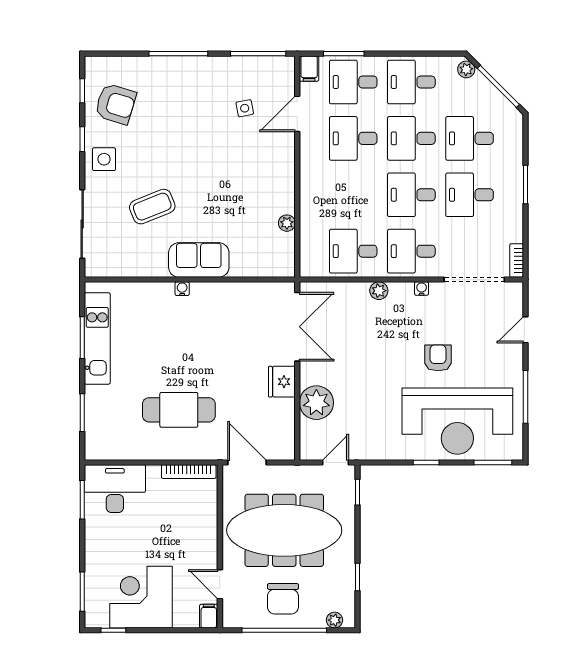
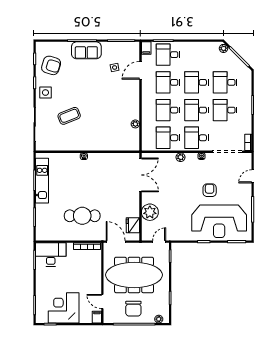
desk: (411, 82) -> (168, 110), moved
sofa: (199, 260) -> (86, 50), moved, turned 180
fridge: (282, 382) -> (133, 225), moved

